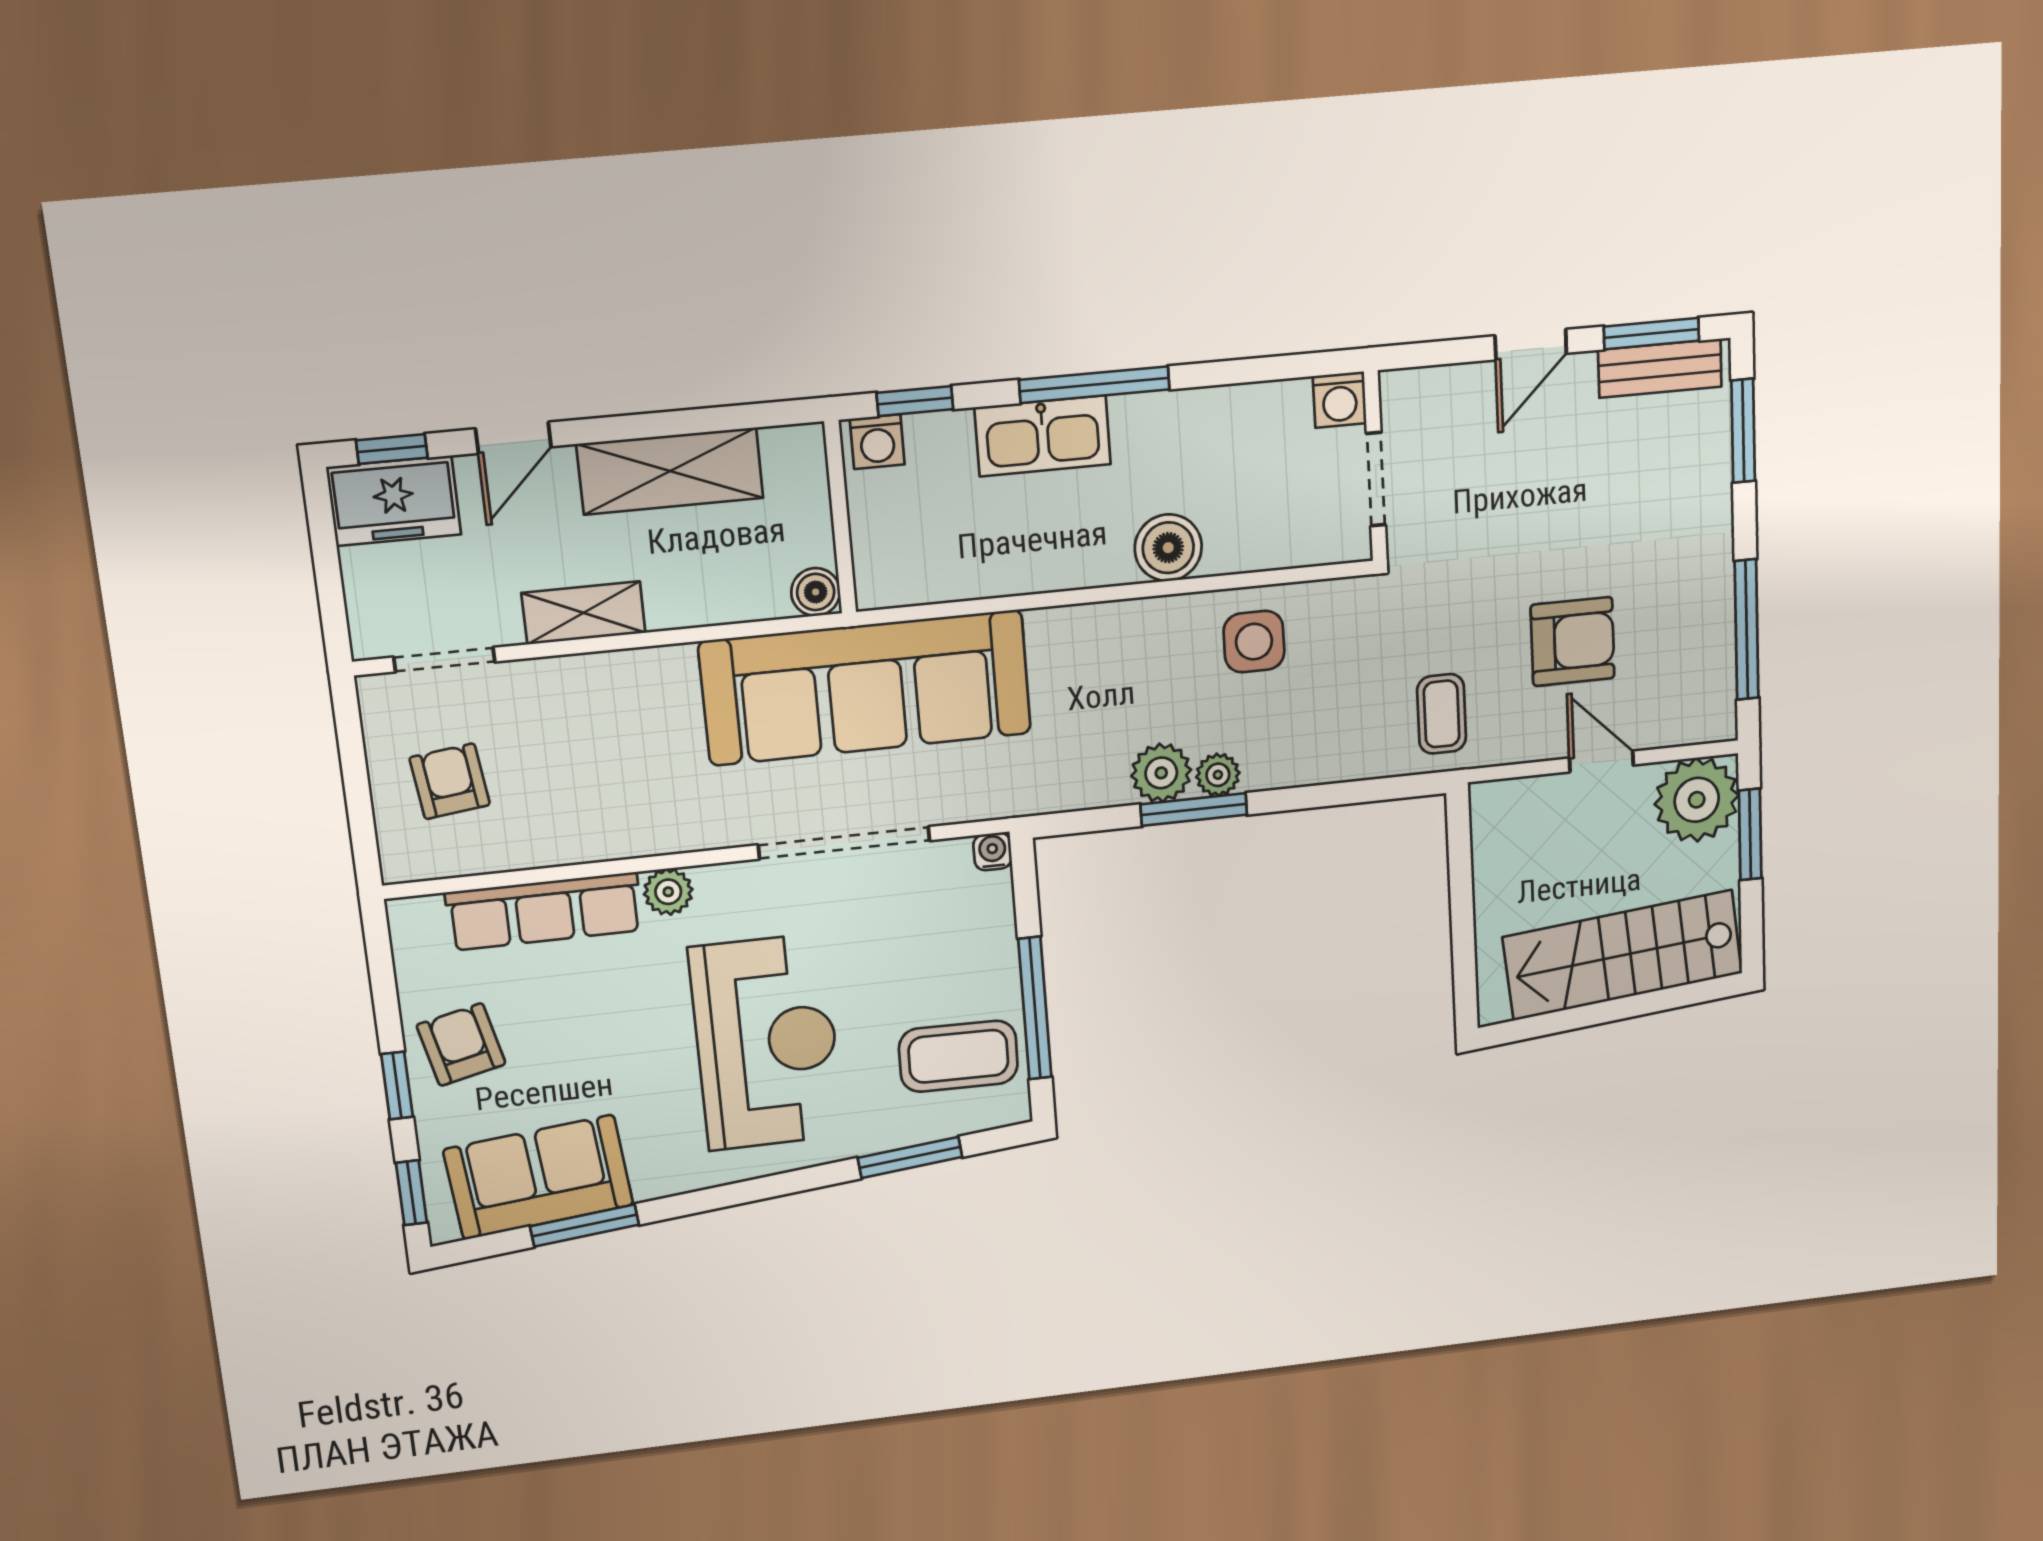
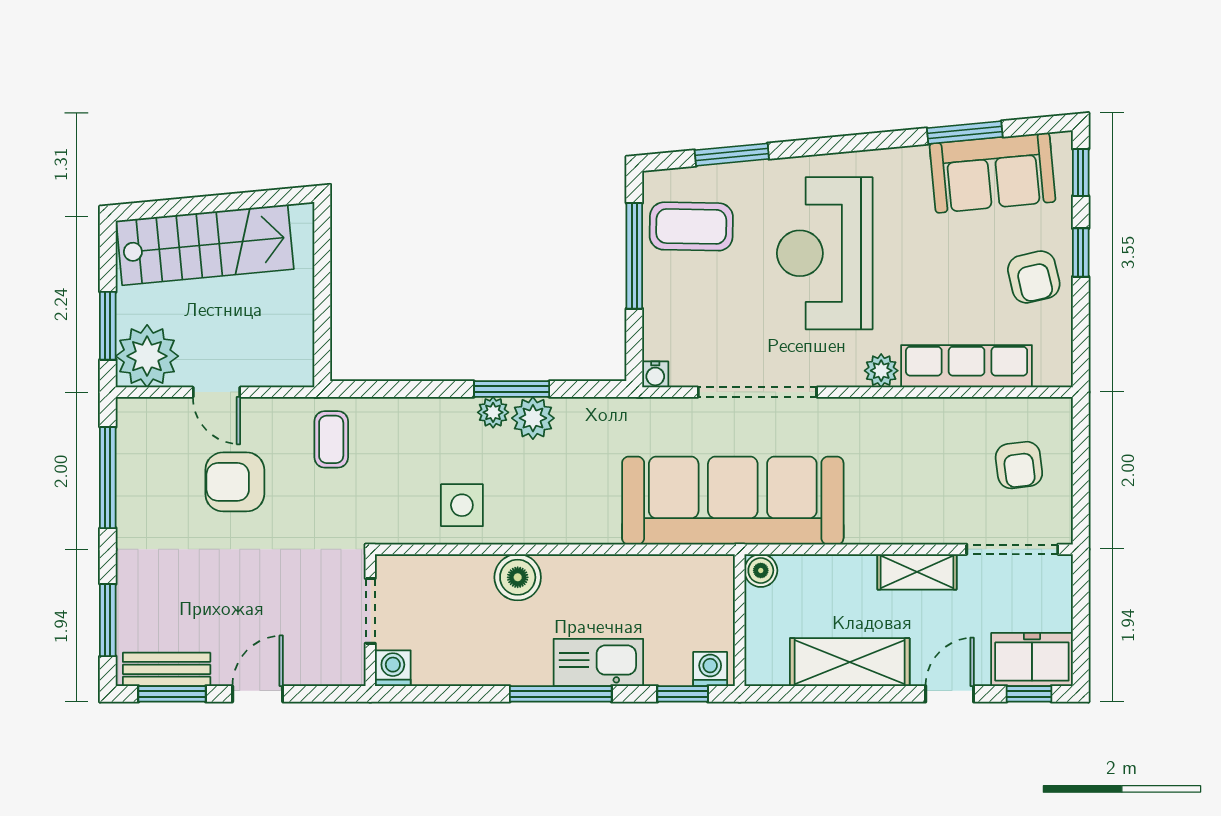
doorway: (444, 660) -> (1012, 549), width x1.38

